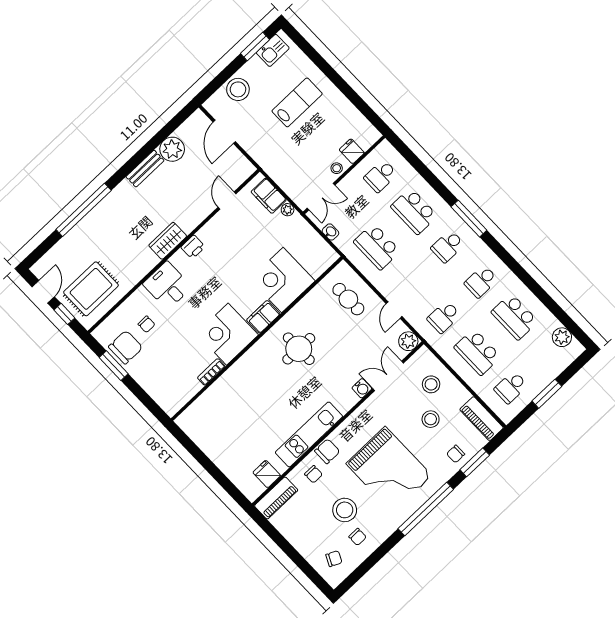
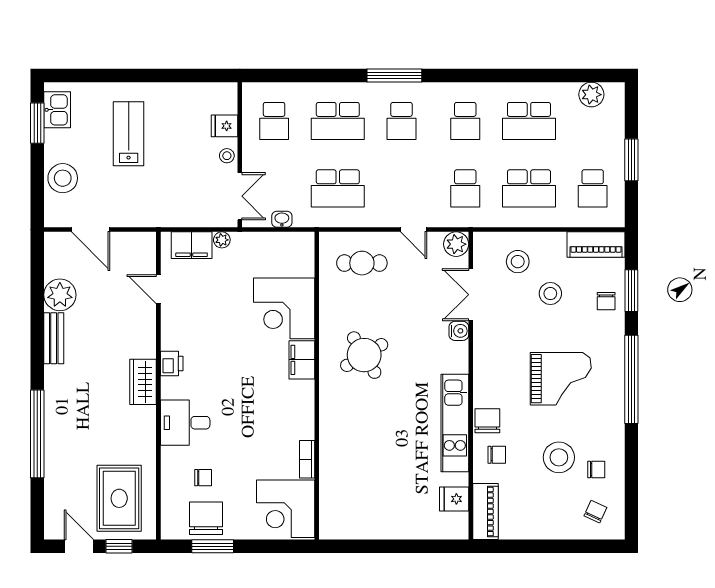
corner desk: (227, 334) -> (286, 509), moved
round table: (299, 349) -> (364, 355), turned -31
grand piano: (389, 470) -> (561, 379), width x0.73, depth x0.68

